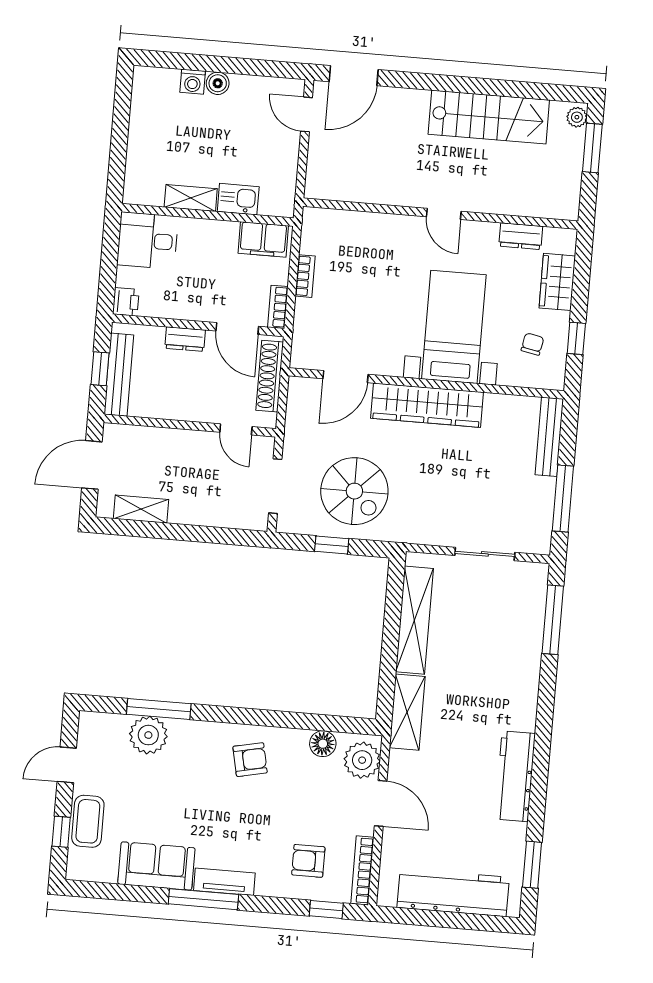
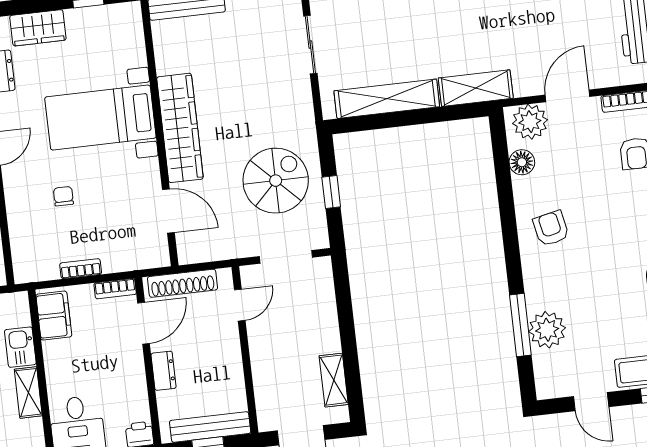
chair: (532, 344) -> (63, 196), moved, turned 79

